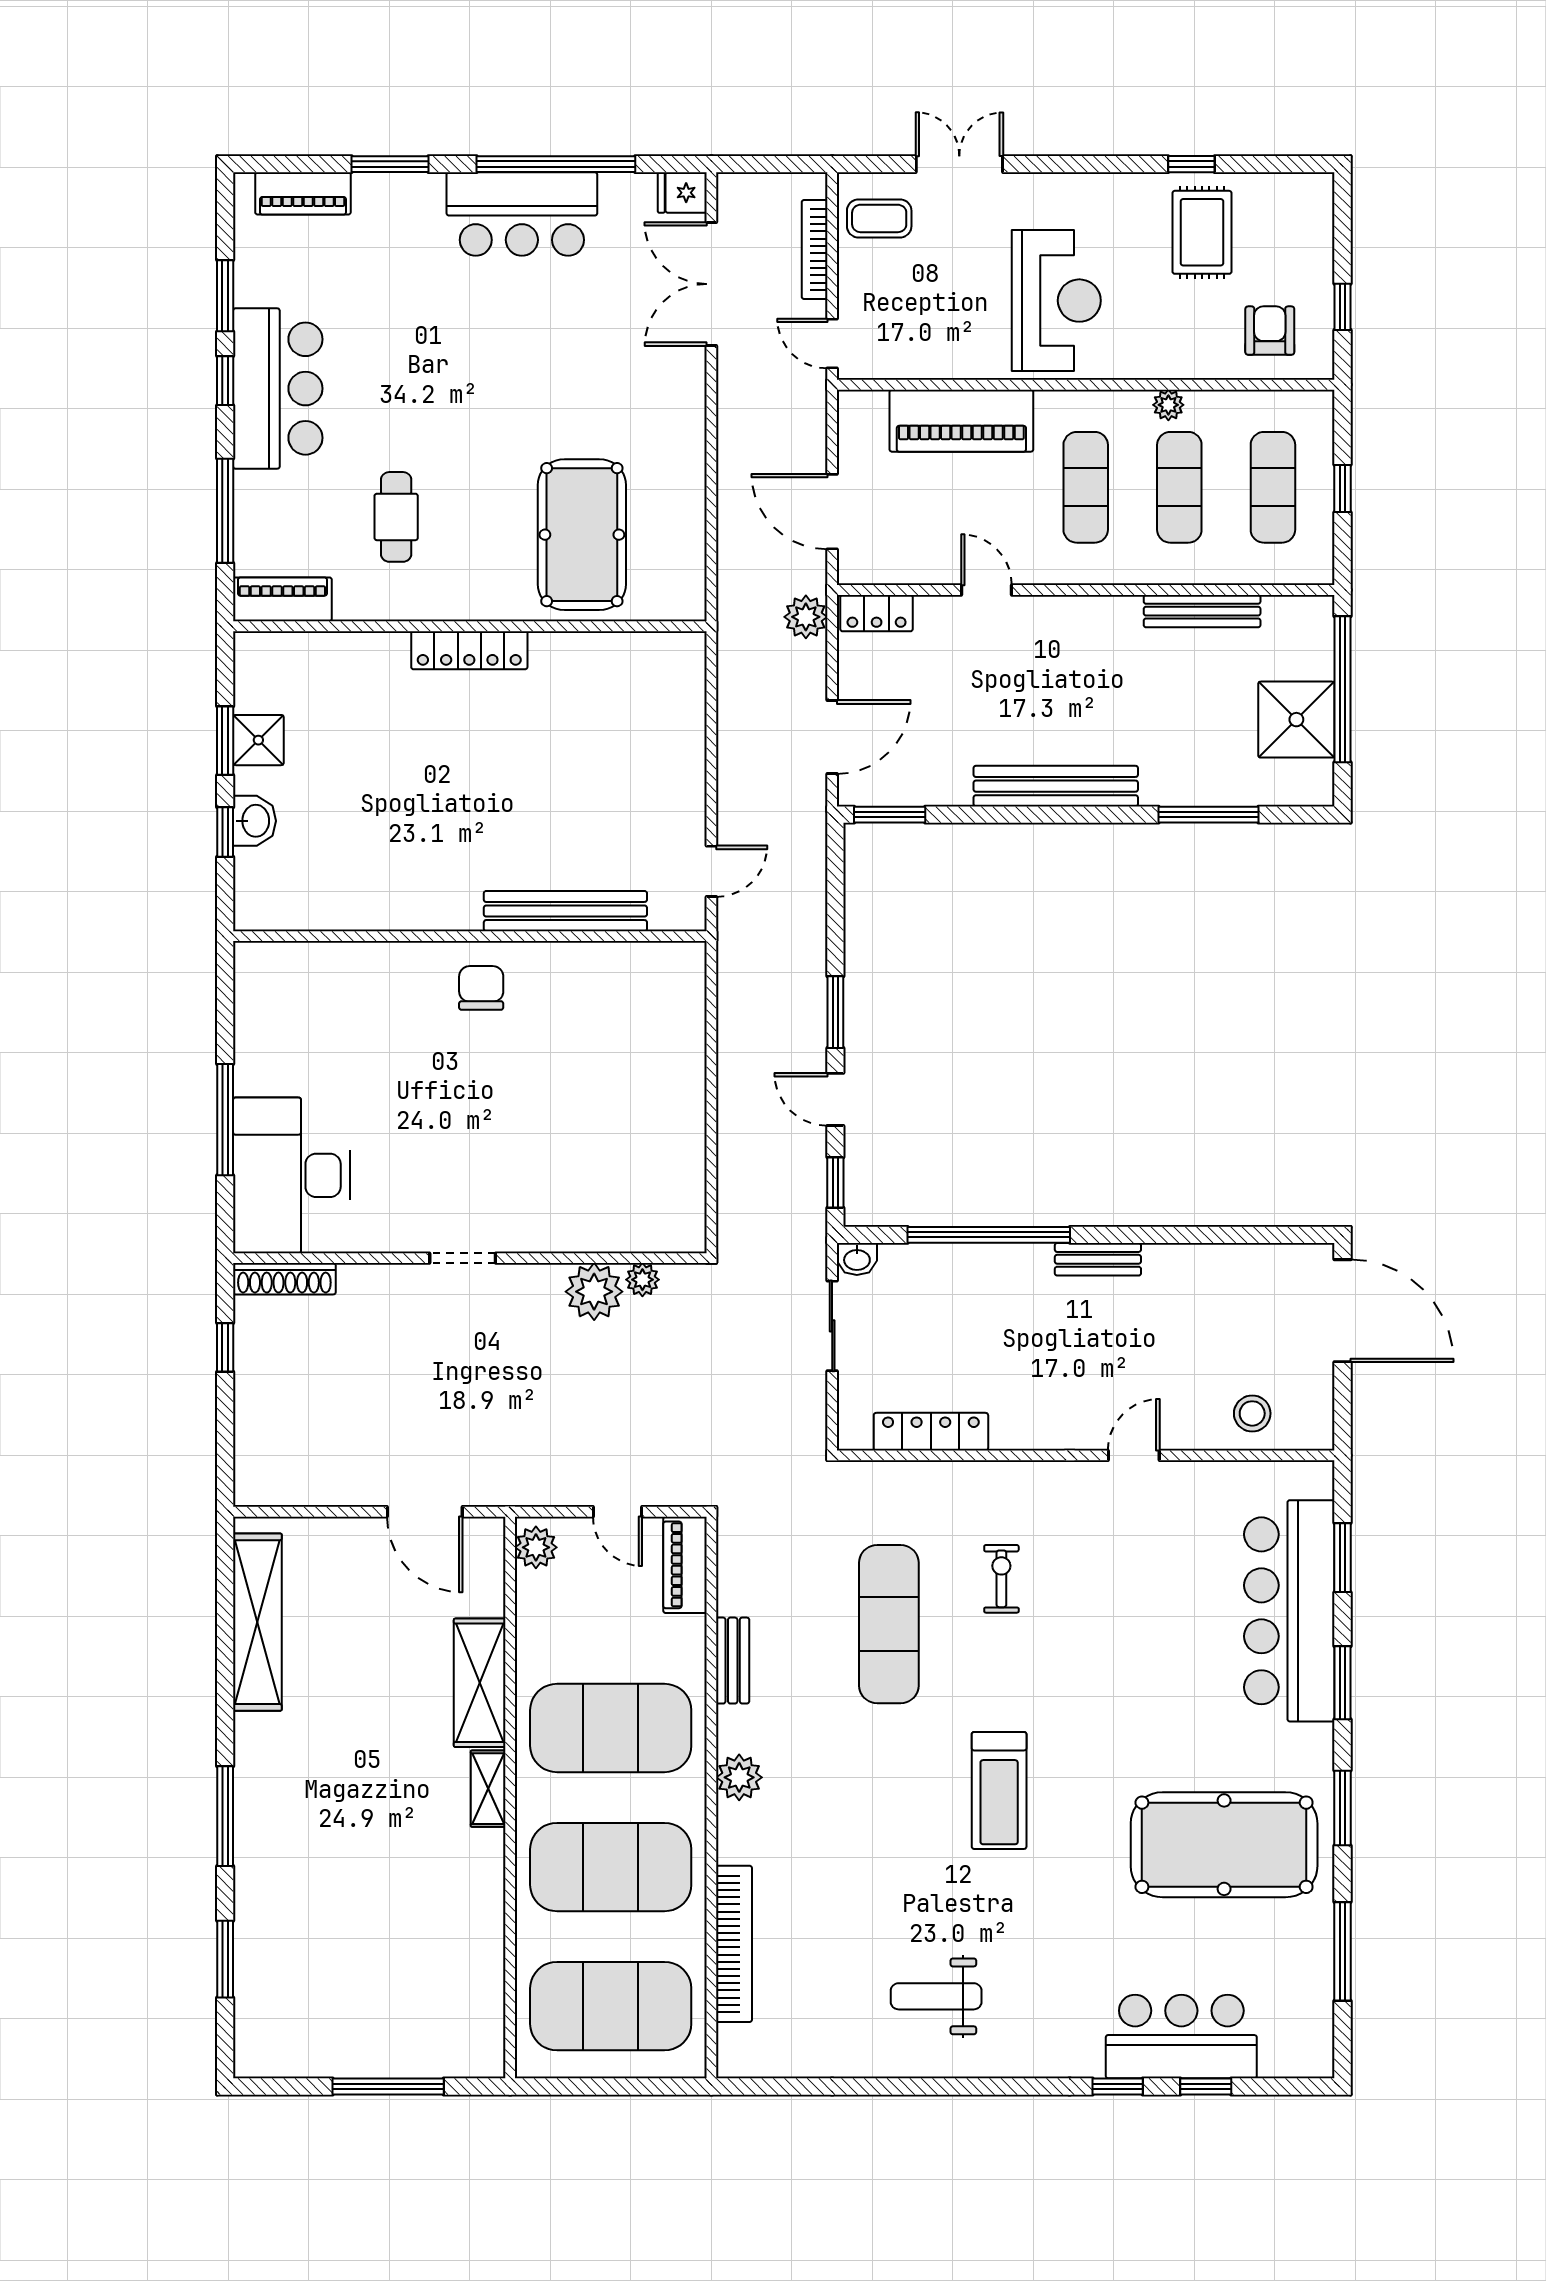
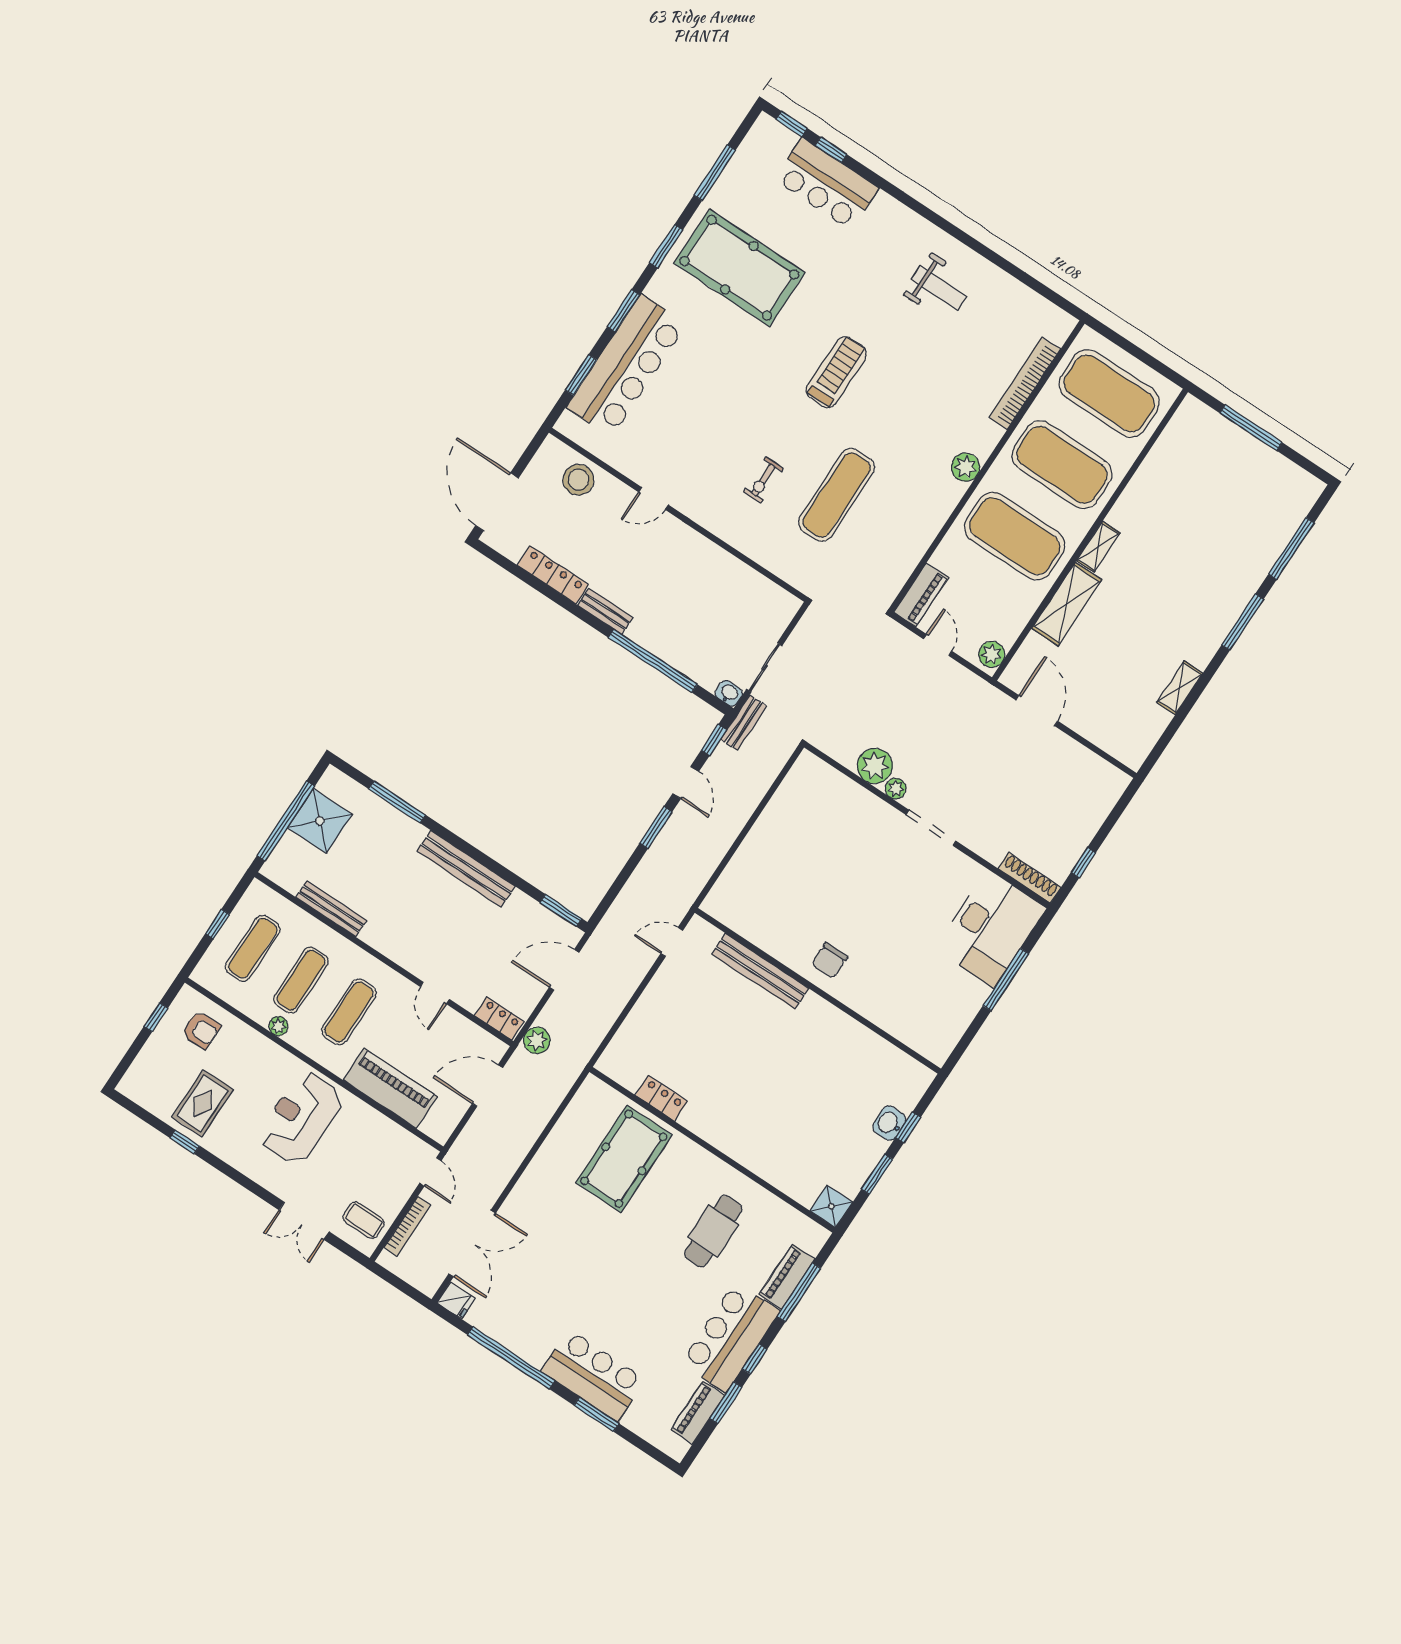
piano: (303, 193) -> (698, 1413), moved, turned -90
bar counter: (522, 214) -> (593, 1375), moved
armchair: (1270, 331) -> (201, 1030), turned -90
door: (832, 512) -> (487, 1086), swing flipped
cafe table: (396, 517) -> (713, 1231), width x1.37, depth x1.35
piano: (282, 599) -> (787, 1277), moved, turned 90
locker: (469, 650) -> (661, 1098), moved, width x0.66
shower: (258, 740) -> (831, 1206), moved
doorway: (463, 1258) -> (931, 828), width x1.38
plant: (642, 1280) -> (896, 789), moved
stool: (1252, 1413) -> (578, 480), width x1.38, depth x1.38
locker: (931, 1432) -> (553, 575), moved, turned 180
shelving: (257, 1622) -> (1180, 688), width x0.45, depth x0.75
bench: (733, 1661) -> (743, 723), moved
window: (225, 1959) -> (1291, 549), width x1.44
window: (1118, 2087) -> (792, 124), moved

